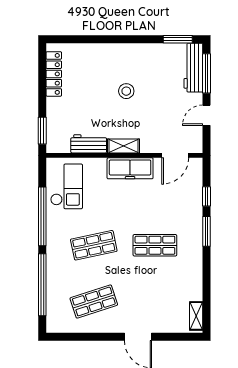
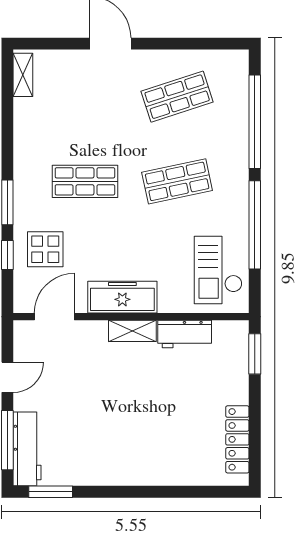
stool: (126, 91) -> (128, 414), removed
display table: (181, 200) -> (45, 249), added

